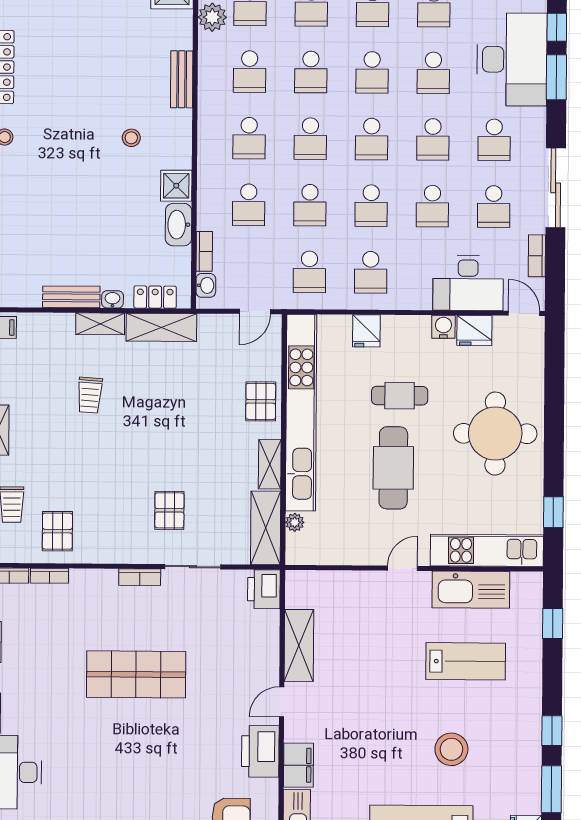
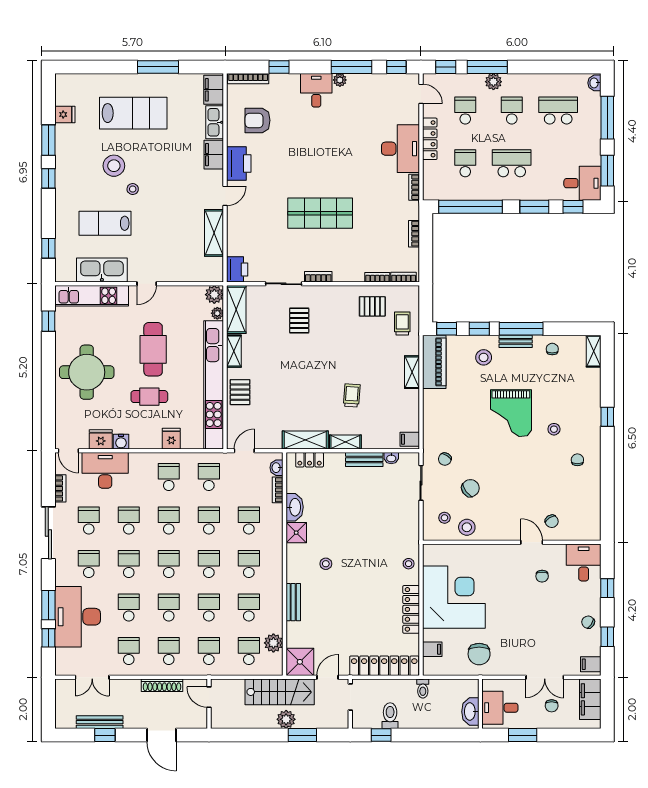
washbasin: (112, 299) -> (391, 458), moved
pallet: (57, 531) -> (372, 306), turned 90
plant: (299, 551) -> (214, 295), added
stool: (423, 713) -> (133, 189), added

